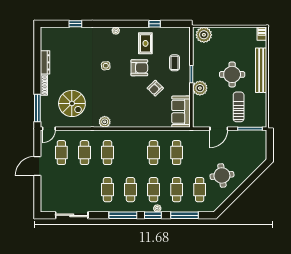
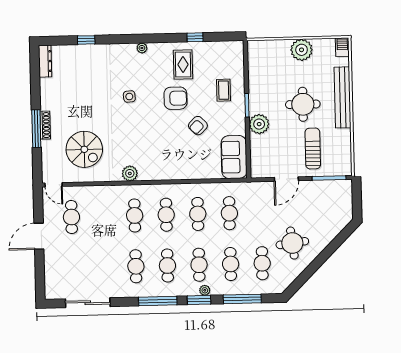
plant: (204, 35) -> (302, 50), moved
dresser: (45, 62) -> (45, 61), moved
window: (37, 108) -> (36, 129), moved
door: (49, 129) -> (54, 185), hinge flipped
cafe table: (84, 153) -> (166, 215), moved

